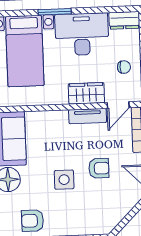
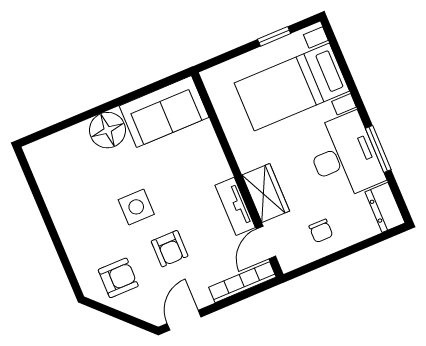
window: (55, 12) -> (378, 149), moved
door: (118, 105) -> (266, 243), hinge flipped
armchair: (32, 221) -> (118, 278), moved, turned 90

